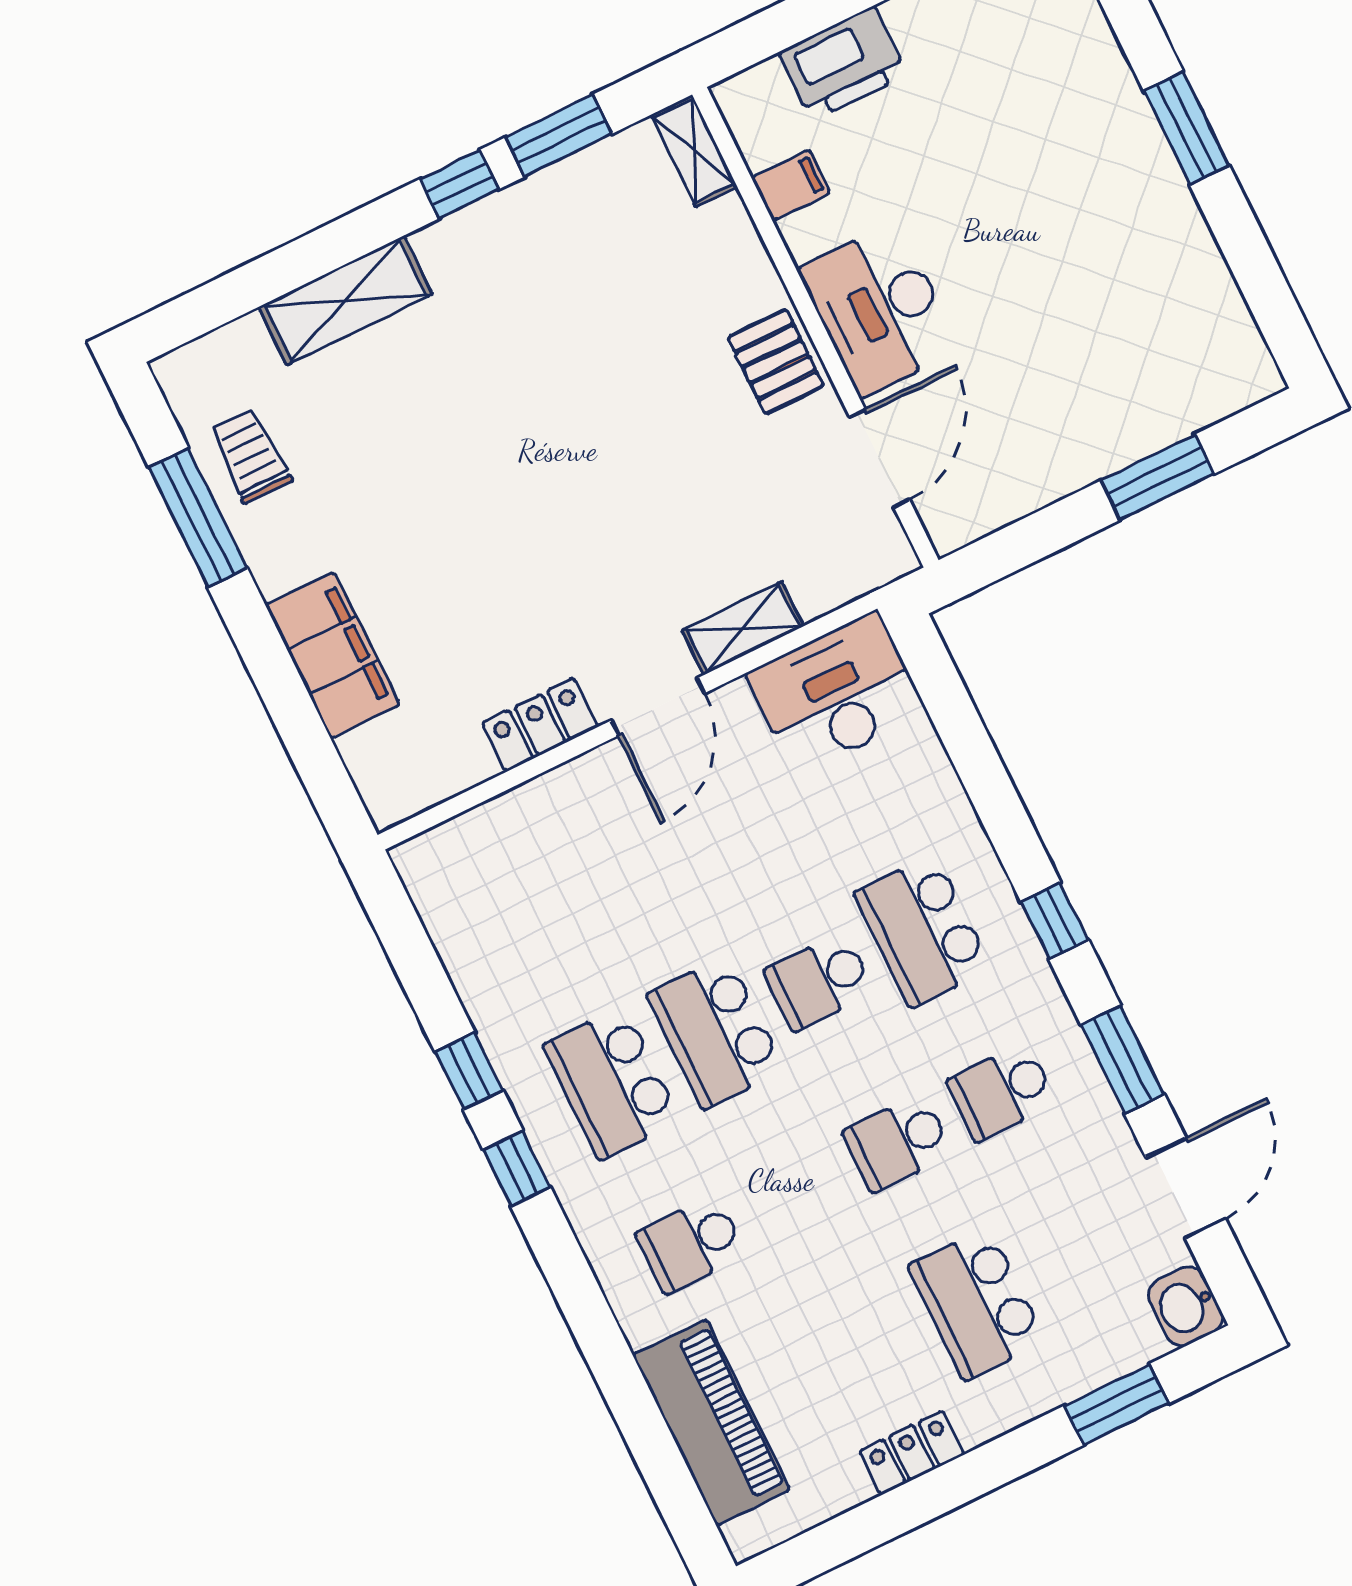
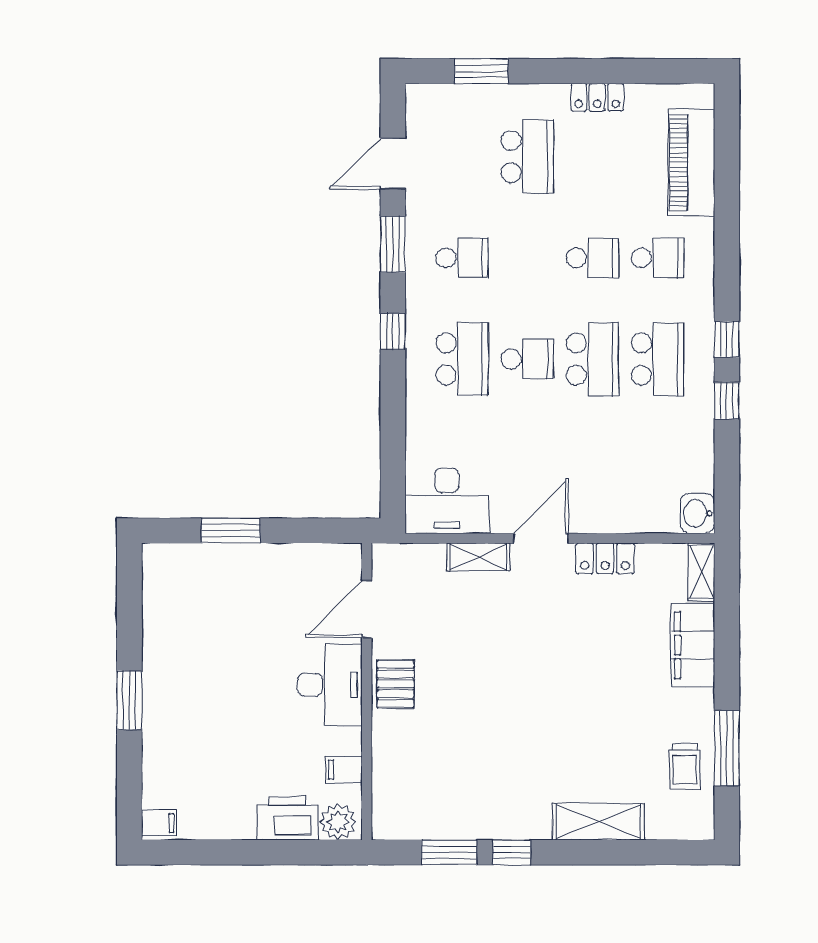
plant: (759, 97) -> (338, 822), added
shelving: (694, 151) -> (702, 572), moved
school desk: (898, 1143) -> (592, 258), moved
washbasin: (1185, 1306) -> (697, 513), moved, turned 180

